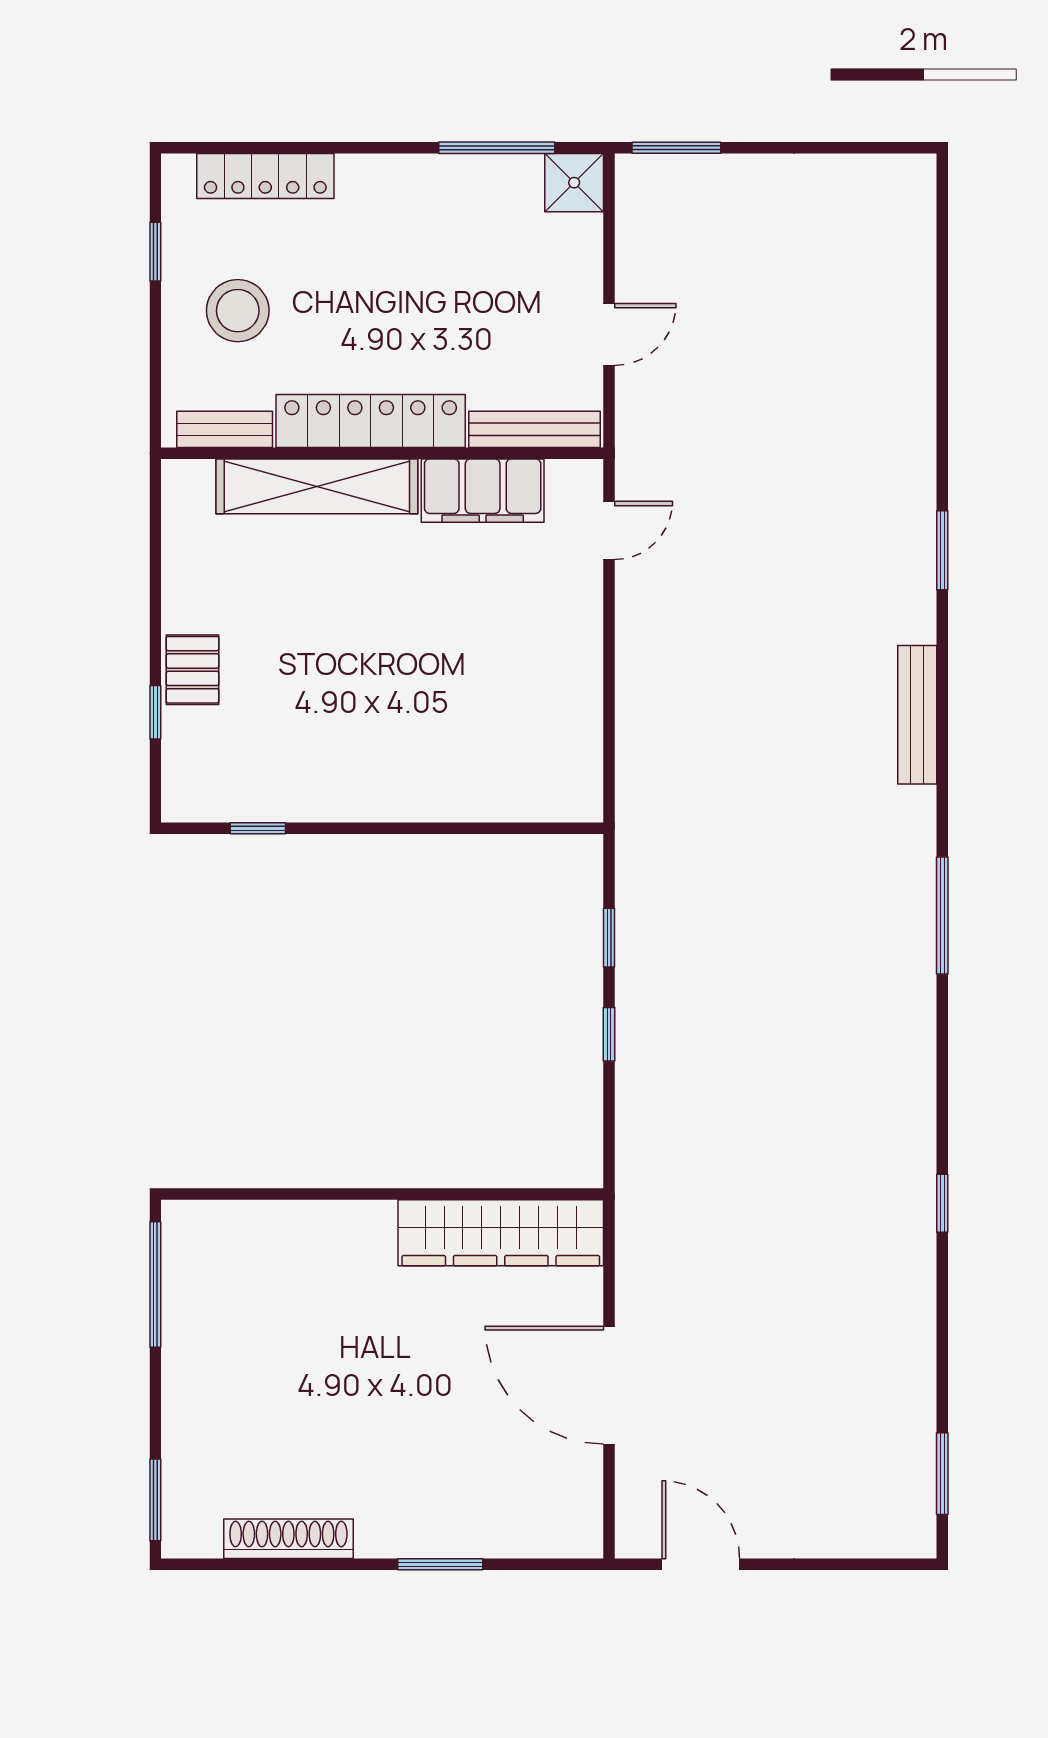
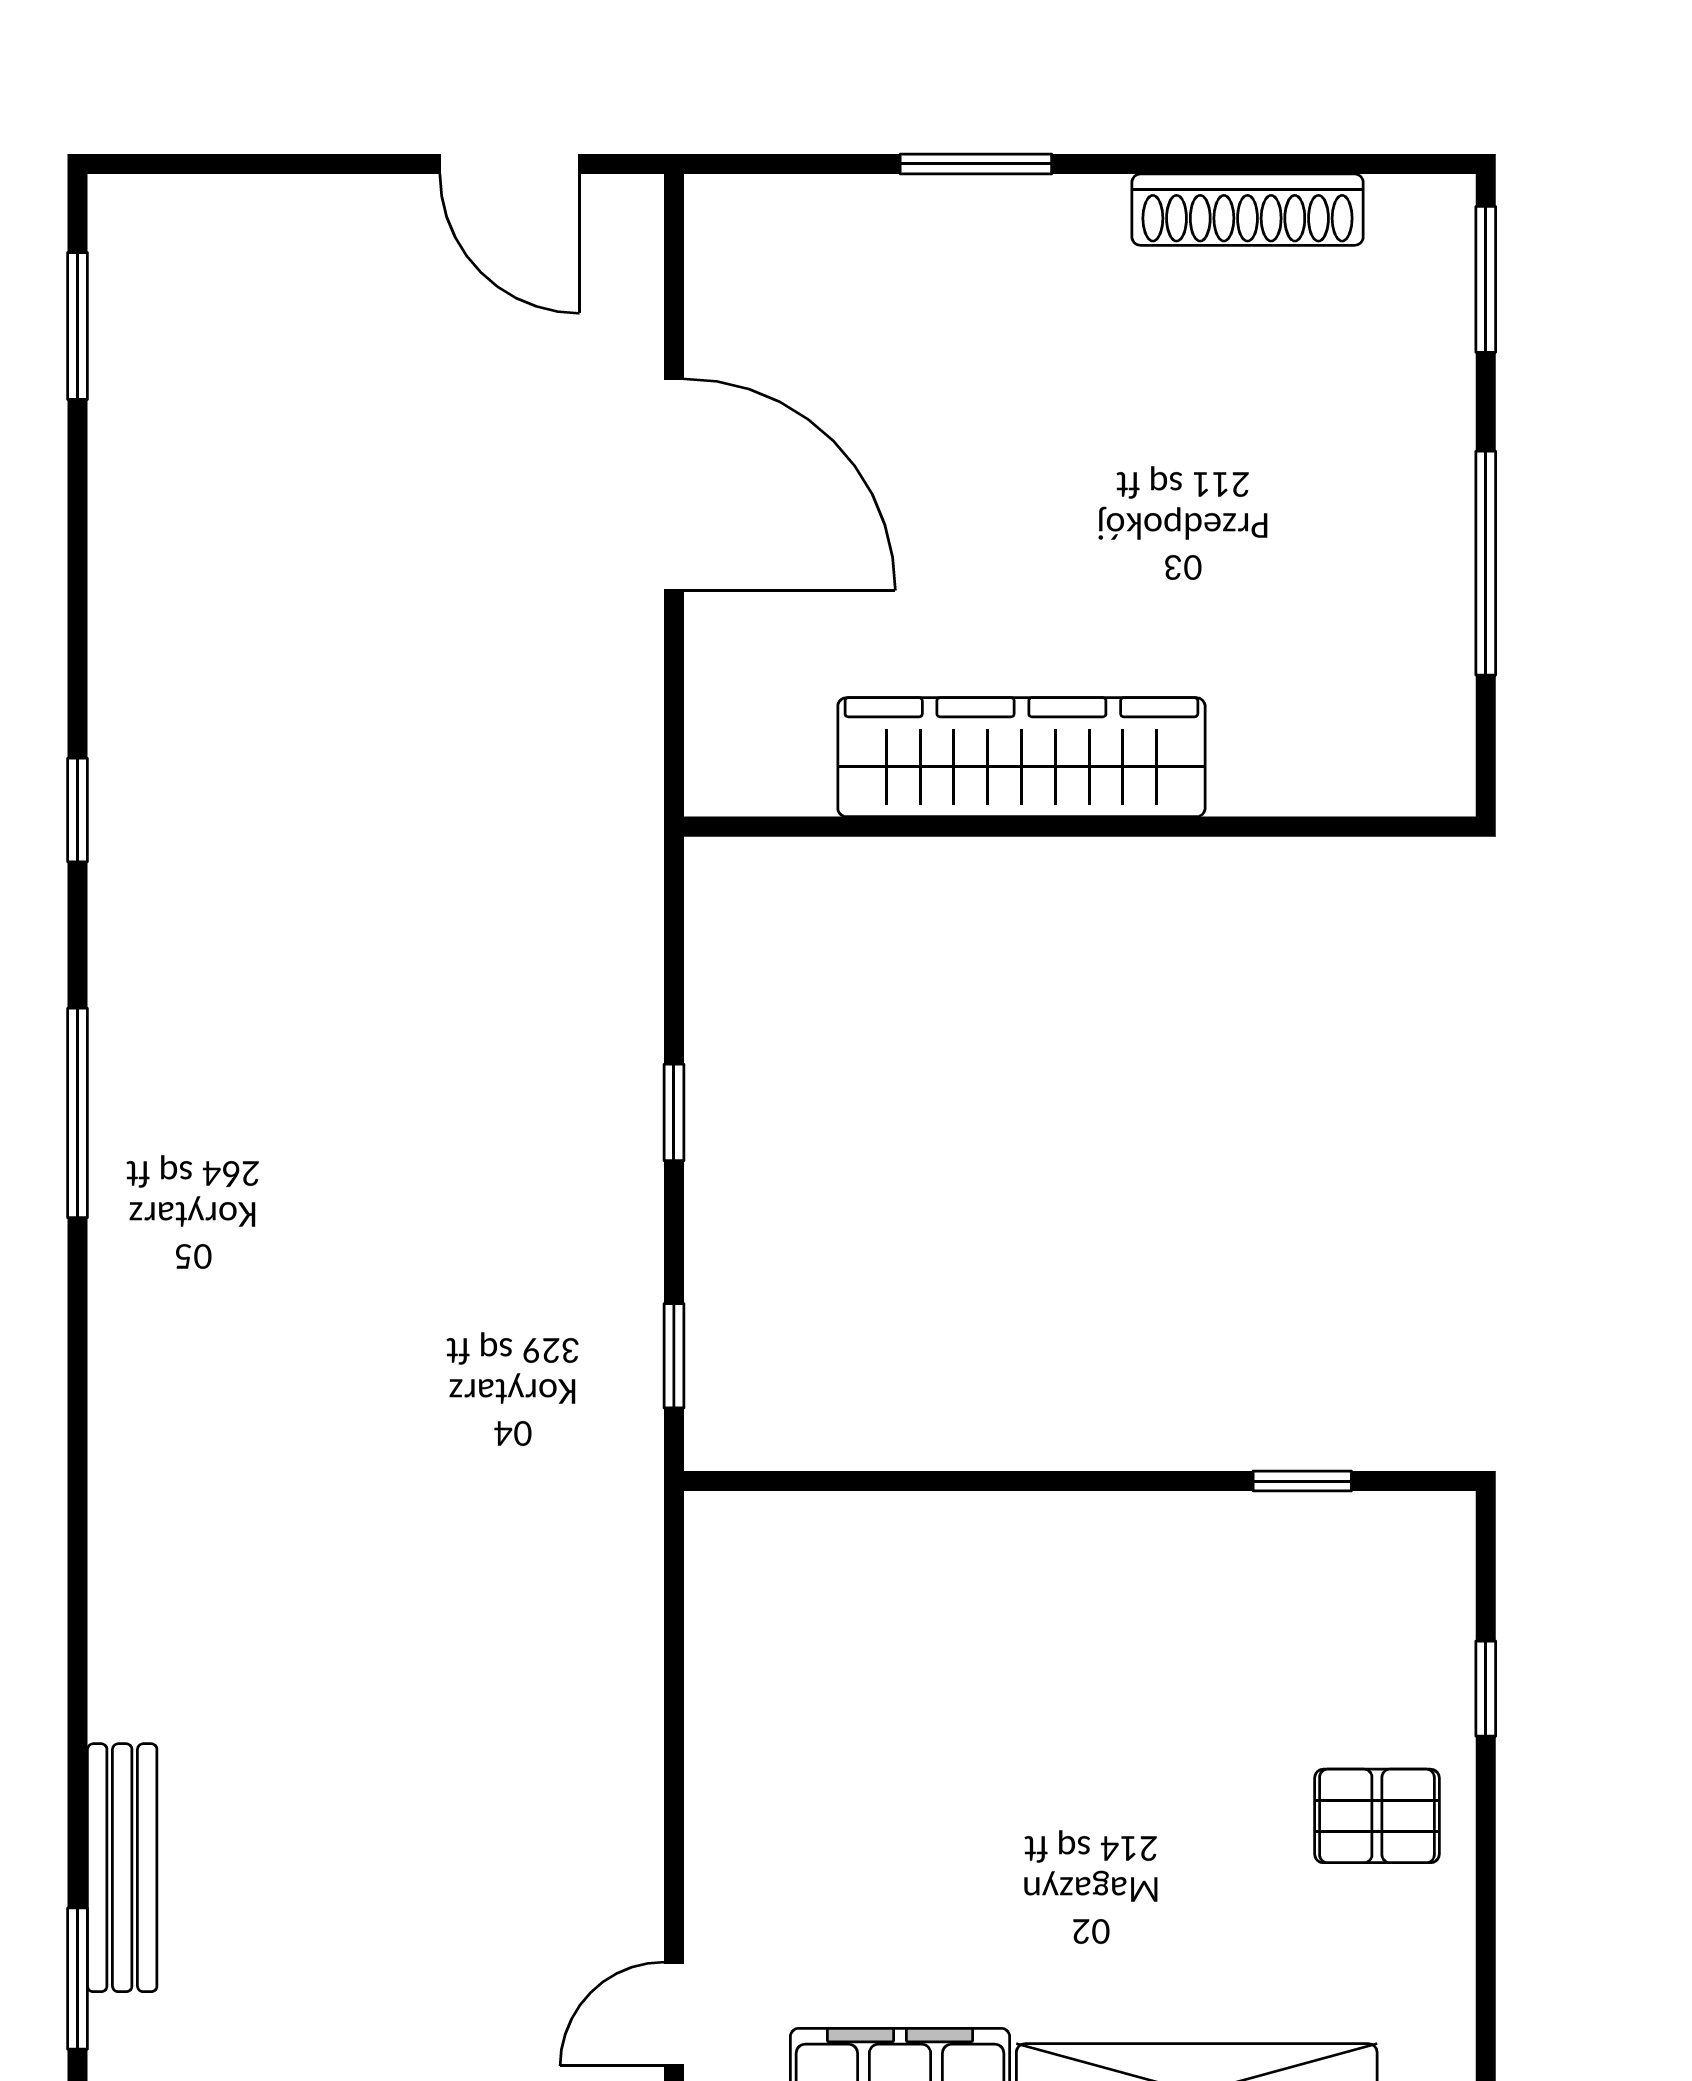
pallet: (192, 670) -> (1377, 1816), moved, turned 90
bench: (917, 715) -> (122, 1868), moved
window: (942, 915) -> (78, 1113), moved
window: (609, 938) -> (674, 1356), moved
wardrobe: (501, 1233) -> (1021, 757), moved
window: (155, 1285) -> (1486, 563), moved

